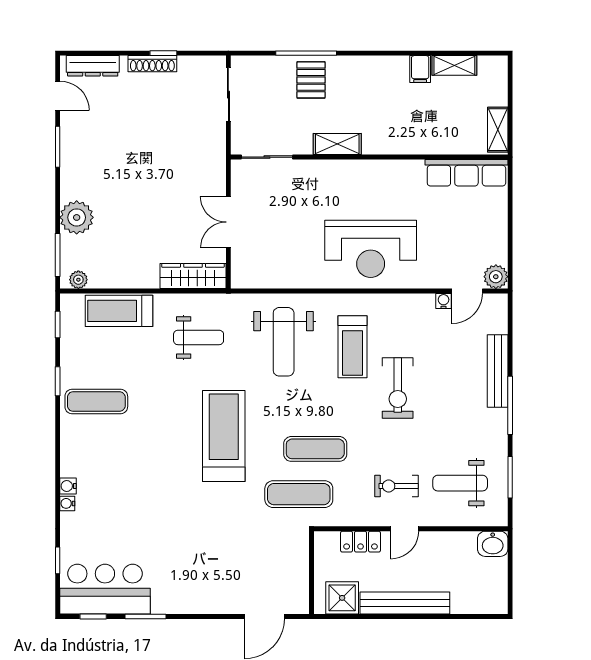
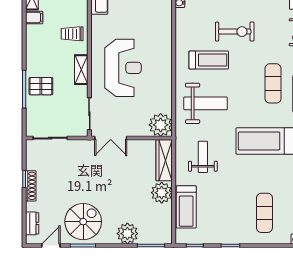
dresser: (93, 66) -> (32, 223), width x0.70
trolley: (394, 130) -> (72, 34), added
spiral stairs: (96, 147) -> (83, 222), added
double door: (228, 222) -> (111, 138), moved
reception desk: (371, 249) -> (123, 68), moved
plant: (249, 270) -> (161, 125), added
plant: (78, 280) -> (162, 193), moved, width x1.88, depth x1.88
exercise mat: (96, 402) -> (264, 213), moved

